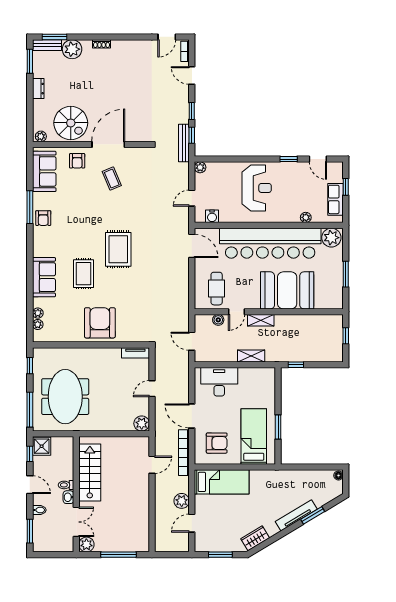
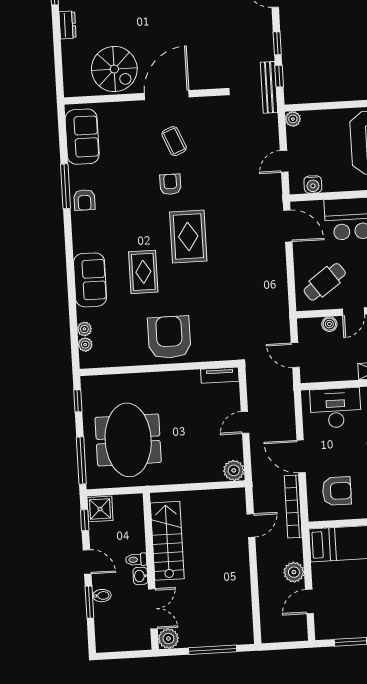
plant: (41, 136) -> (75, 89), removed
armchair: (77, 161) -> (170, 184), moved, turned 180
cafe table: (217, 289) -> (325, 282), turned 54
window: (30, 531) -> (89, 602), moved

